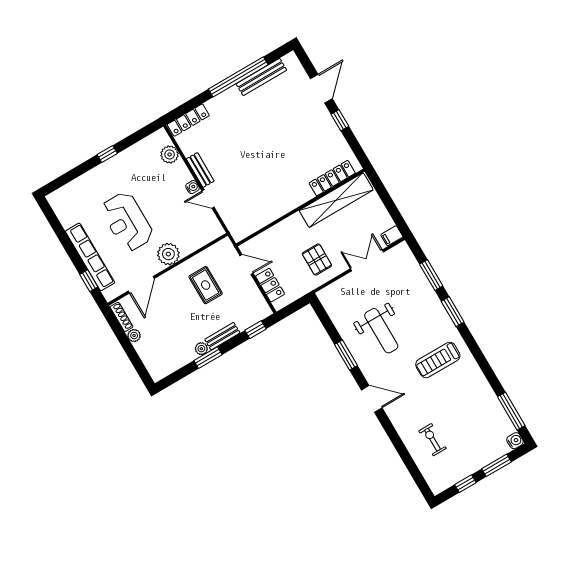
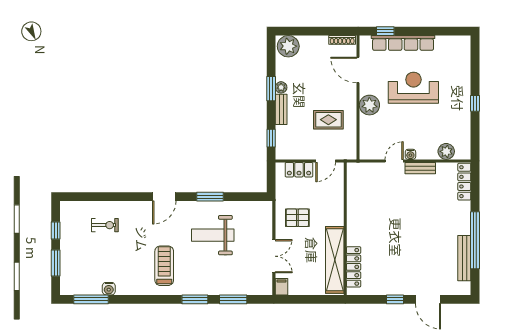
plant: (134, 336) -> (288, 46), moved, width x1.88, depth x1.88
water cooler: (515, 441) -> (109, 289), moved

